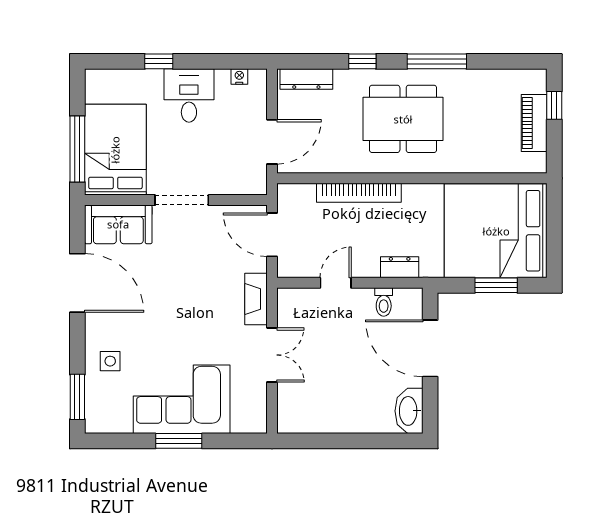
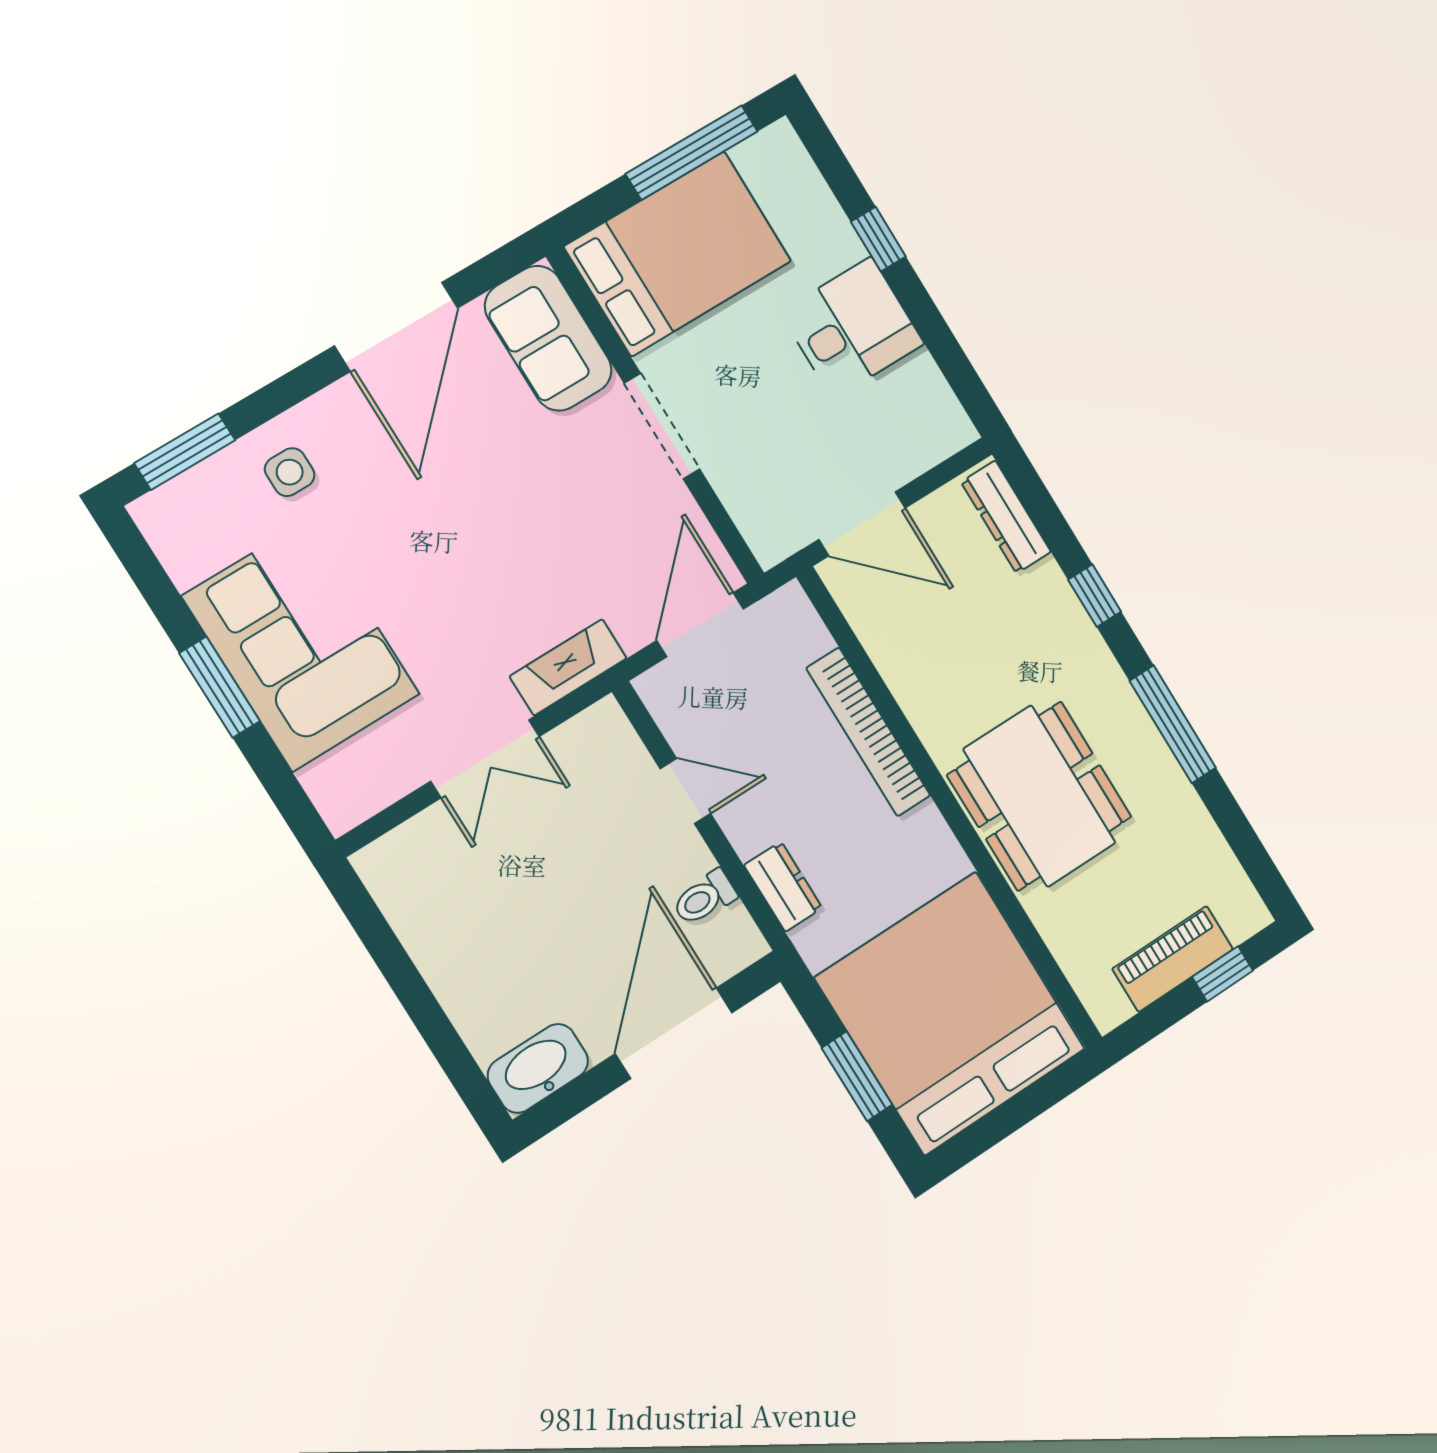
nightstand: (239, 77) -> (939, 397), removed
dining table: (403, 119) -> (1039, 796), moved
window: (77, 149) -> (692, 153), moved

